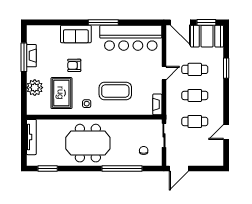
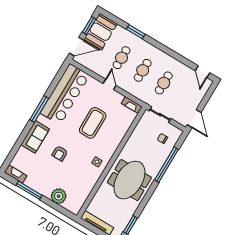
fireplace: (31, 56) -> (16, 174), moved
coffee table: (115, 91) -> (93, 123), moved
rug: (61, 93) -> (76, 177), removed
door: (226, 132) -> (203, 72), moved

